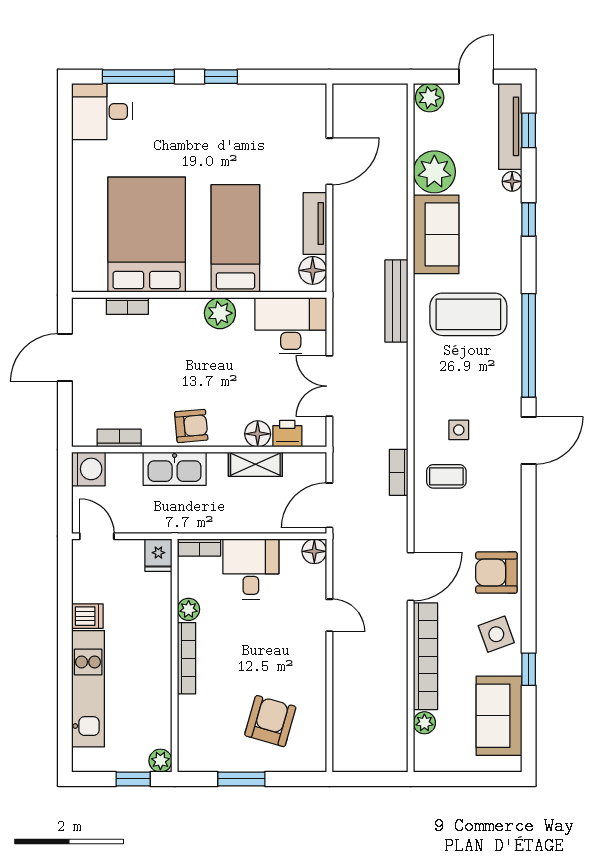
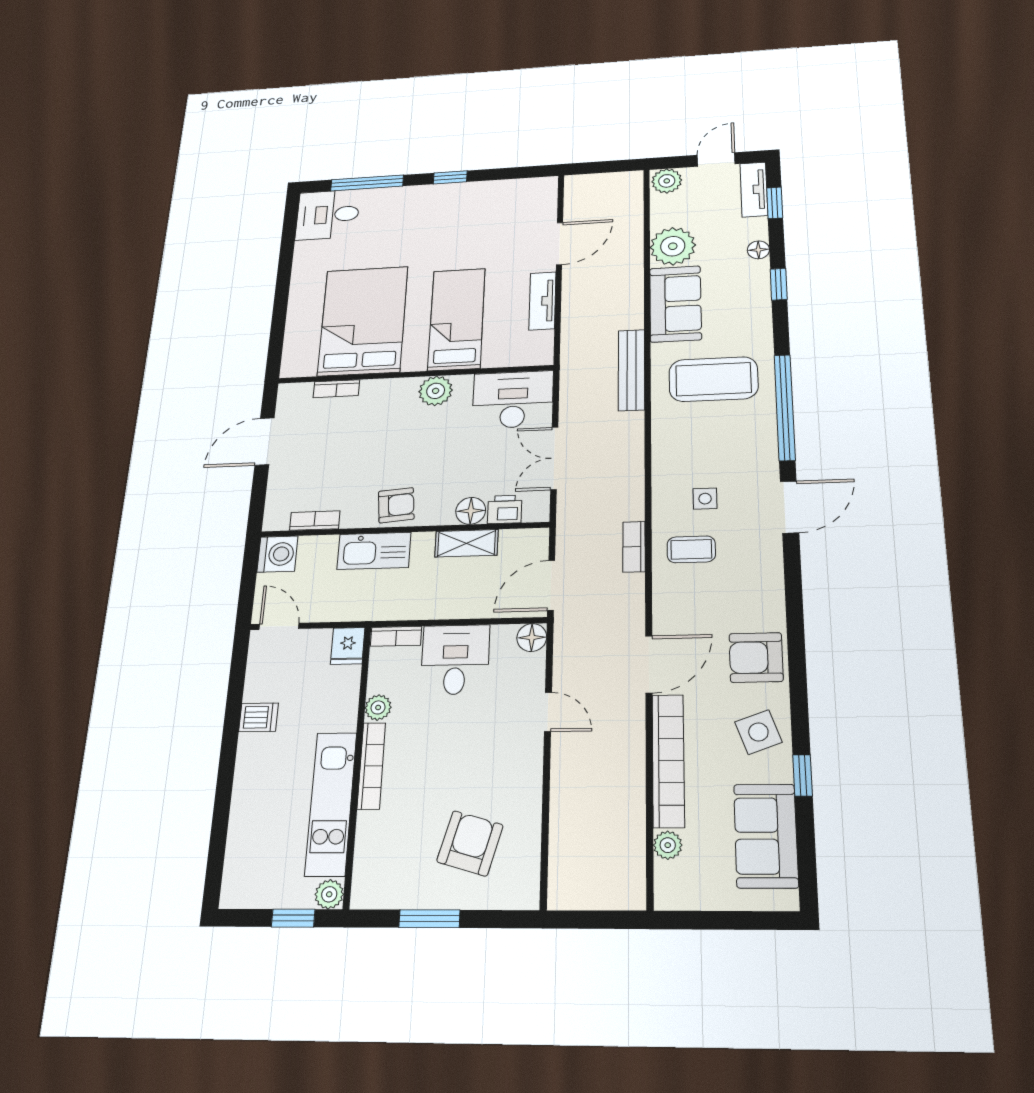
tv unit: (510, 126) -> (754, 189), width x0.71
floor lamp: (313, 270) -> (539, 345), removed
kitchen unit: (88, 689) -> (331, 803), moved, turned 180

